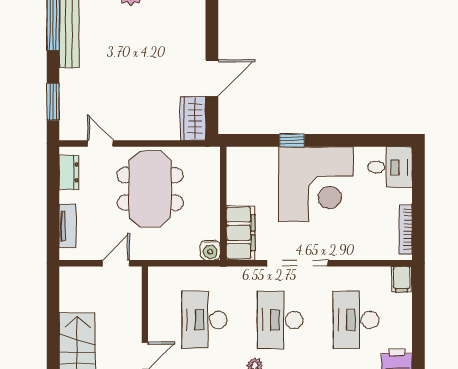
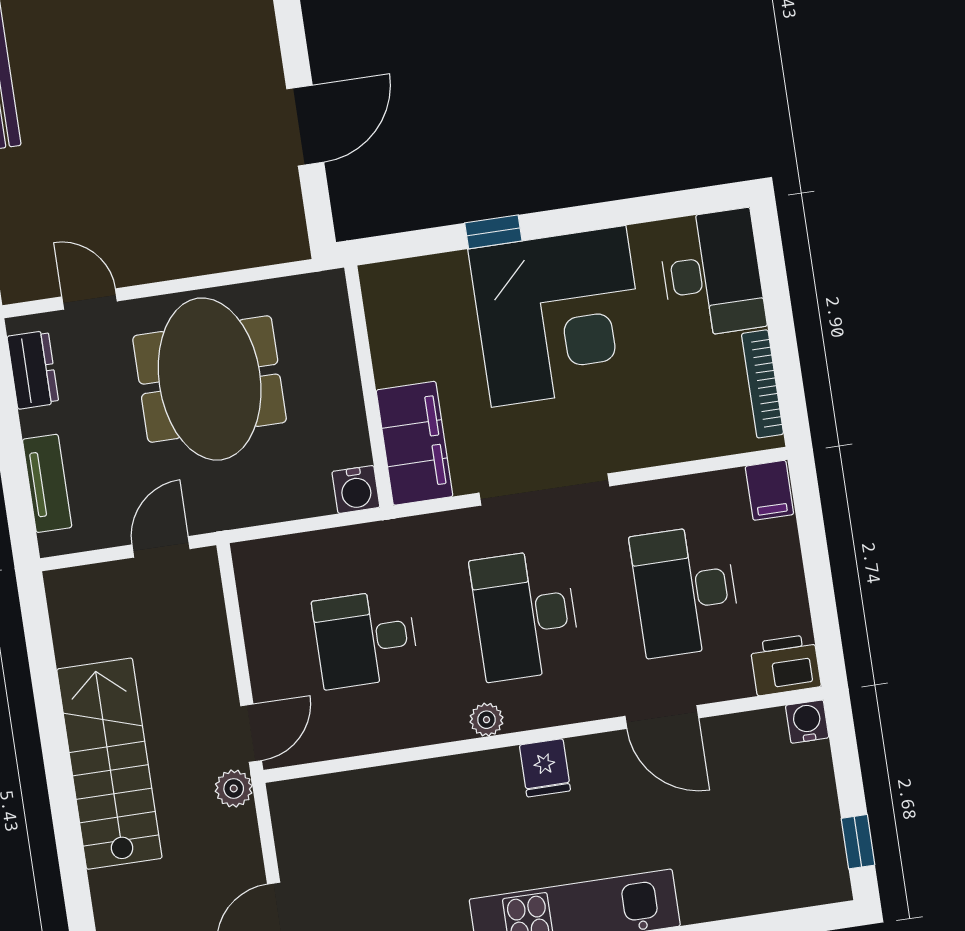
wardrobe: (193, 118) -> (278, 217), removed
desk: (390, 167) -> (712, 274), width x1.37
desk: (204, 320) -> (365, 639), width x0.73

